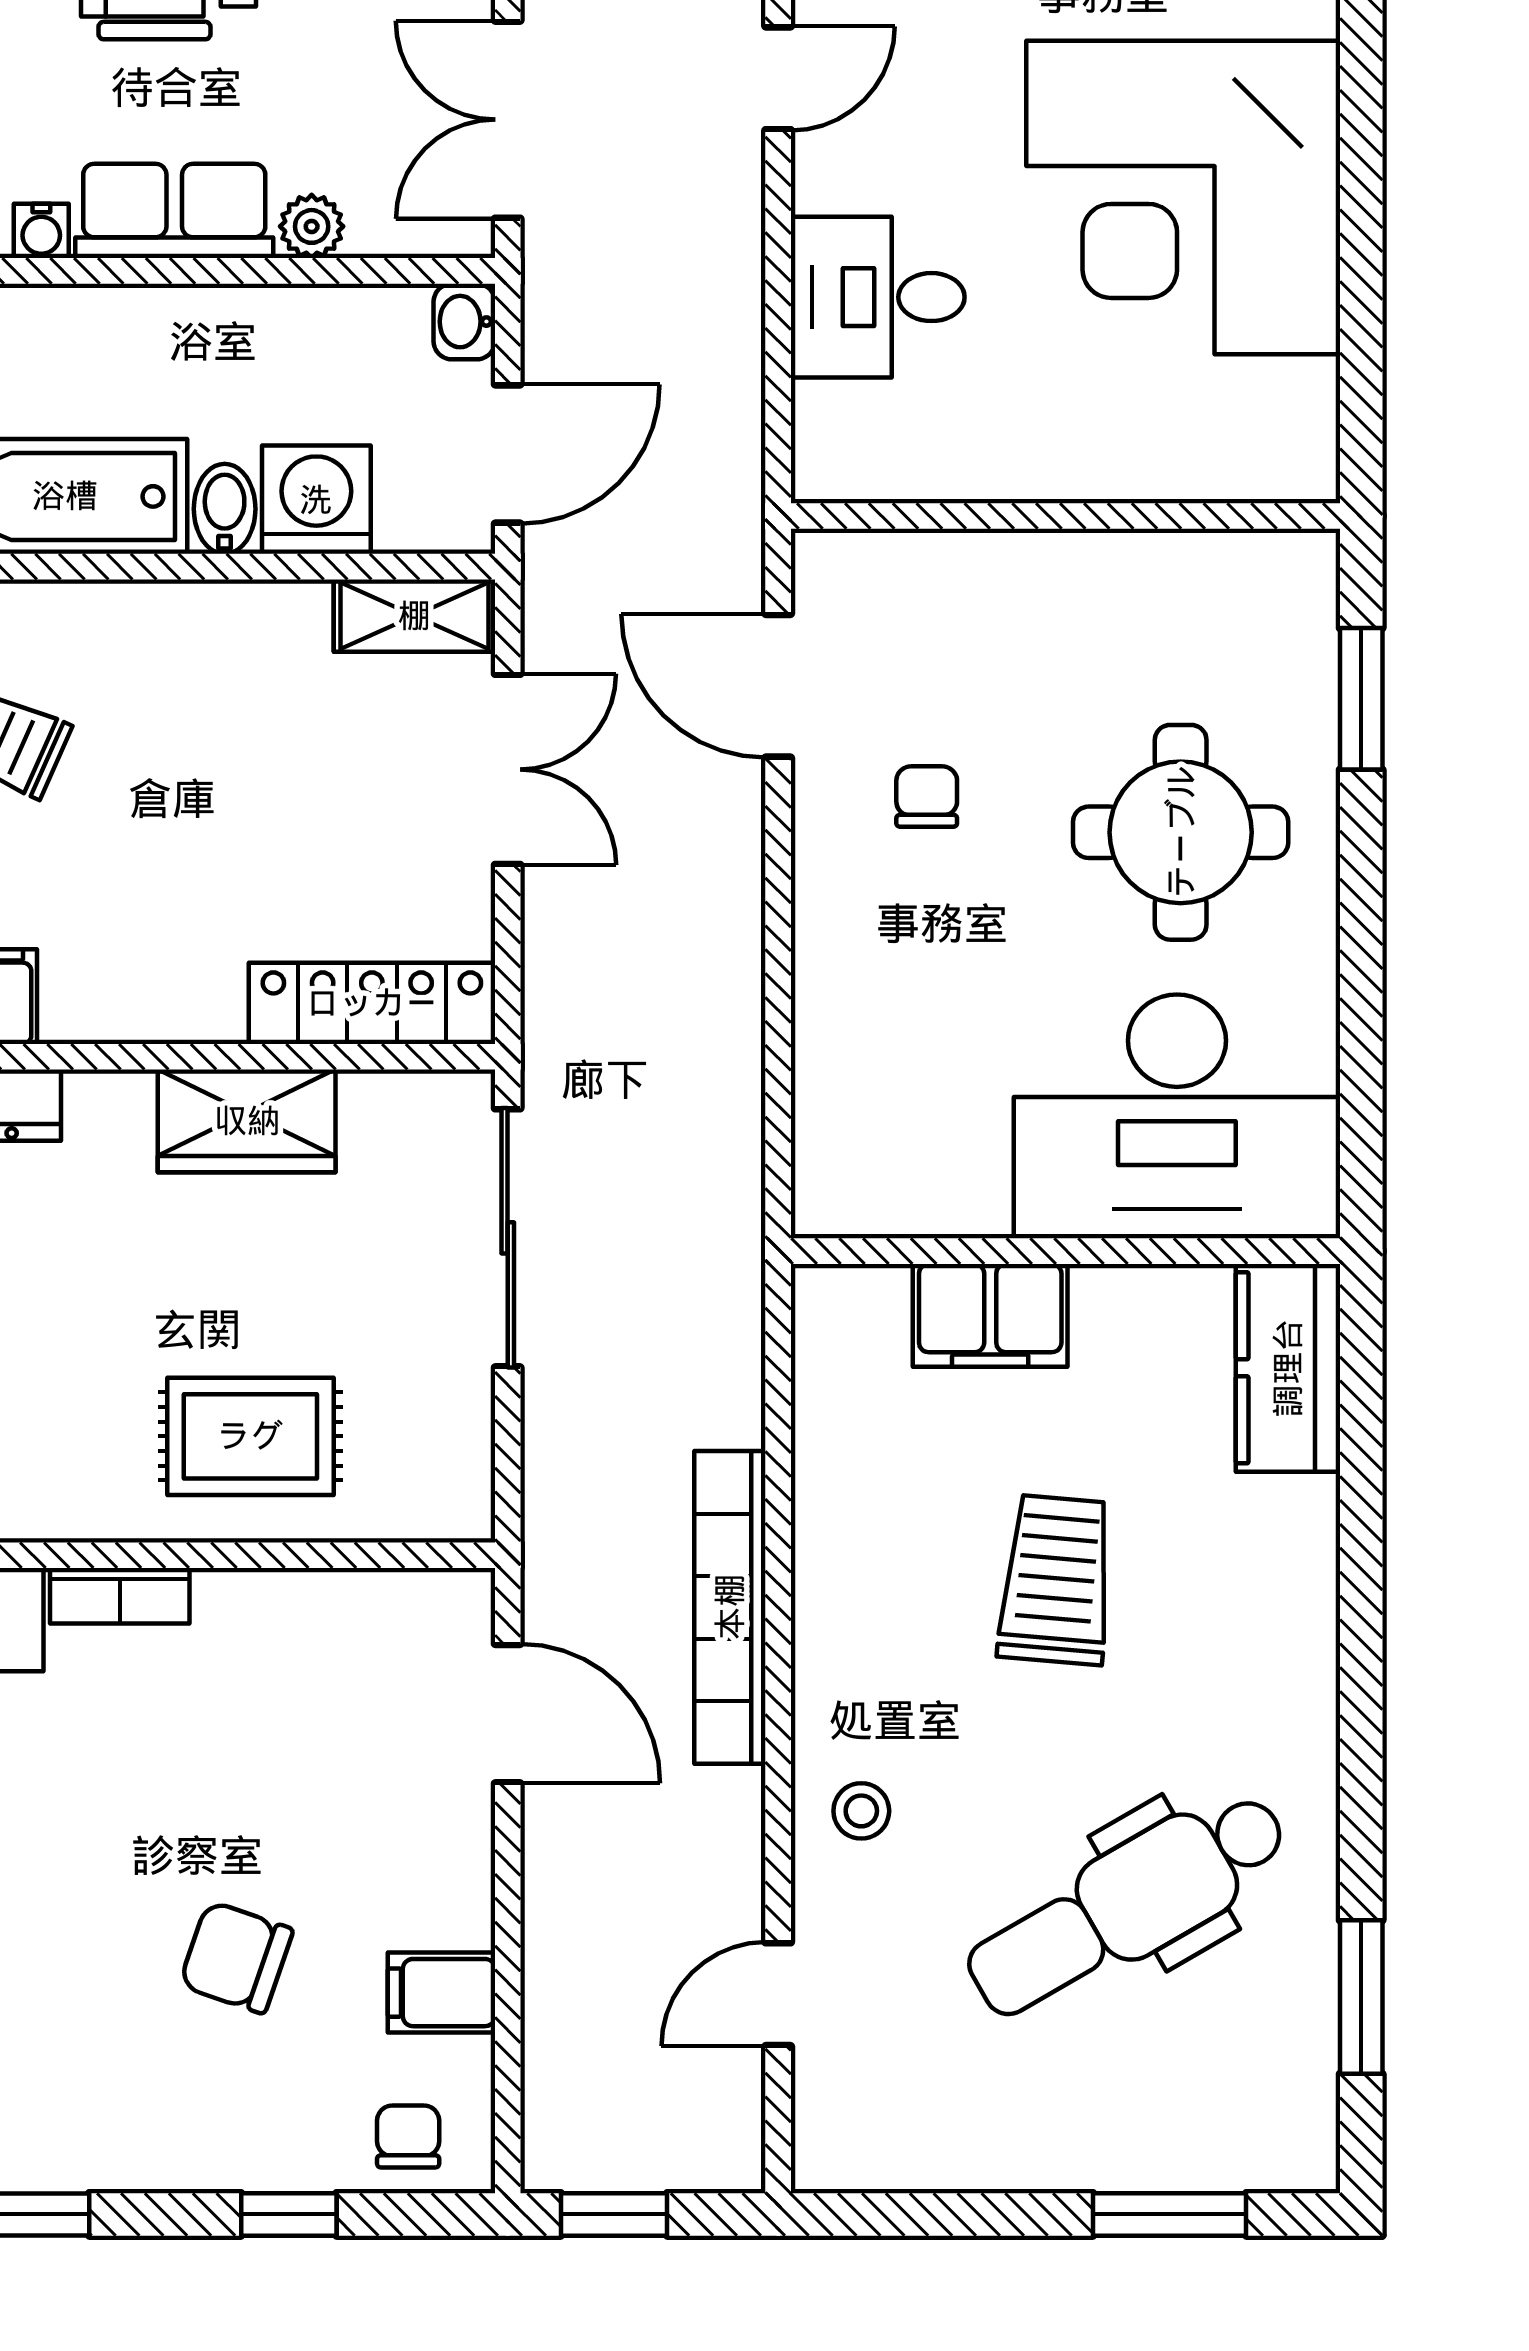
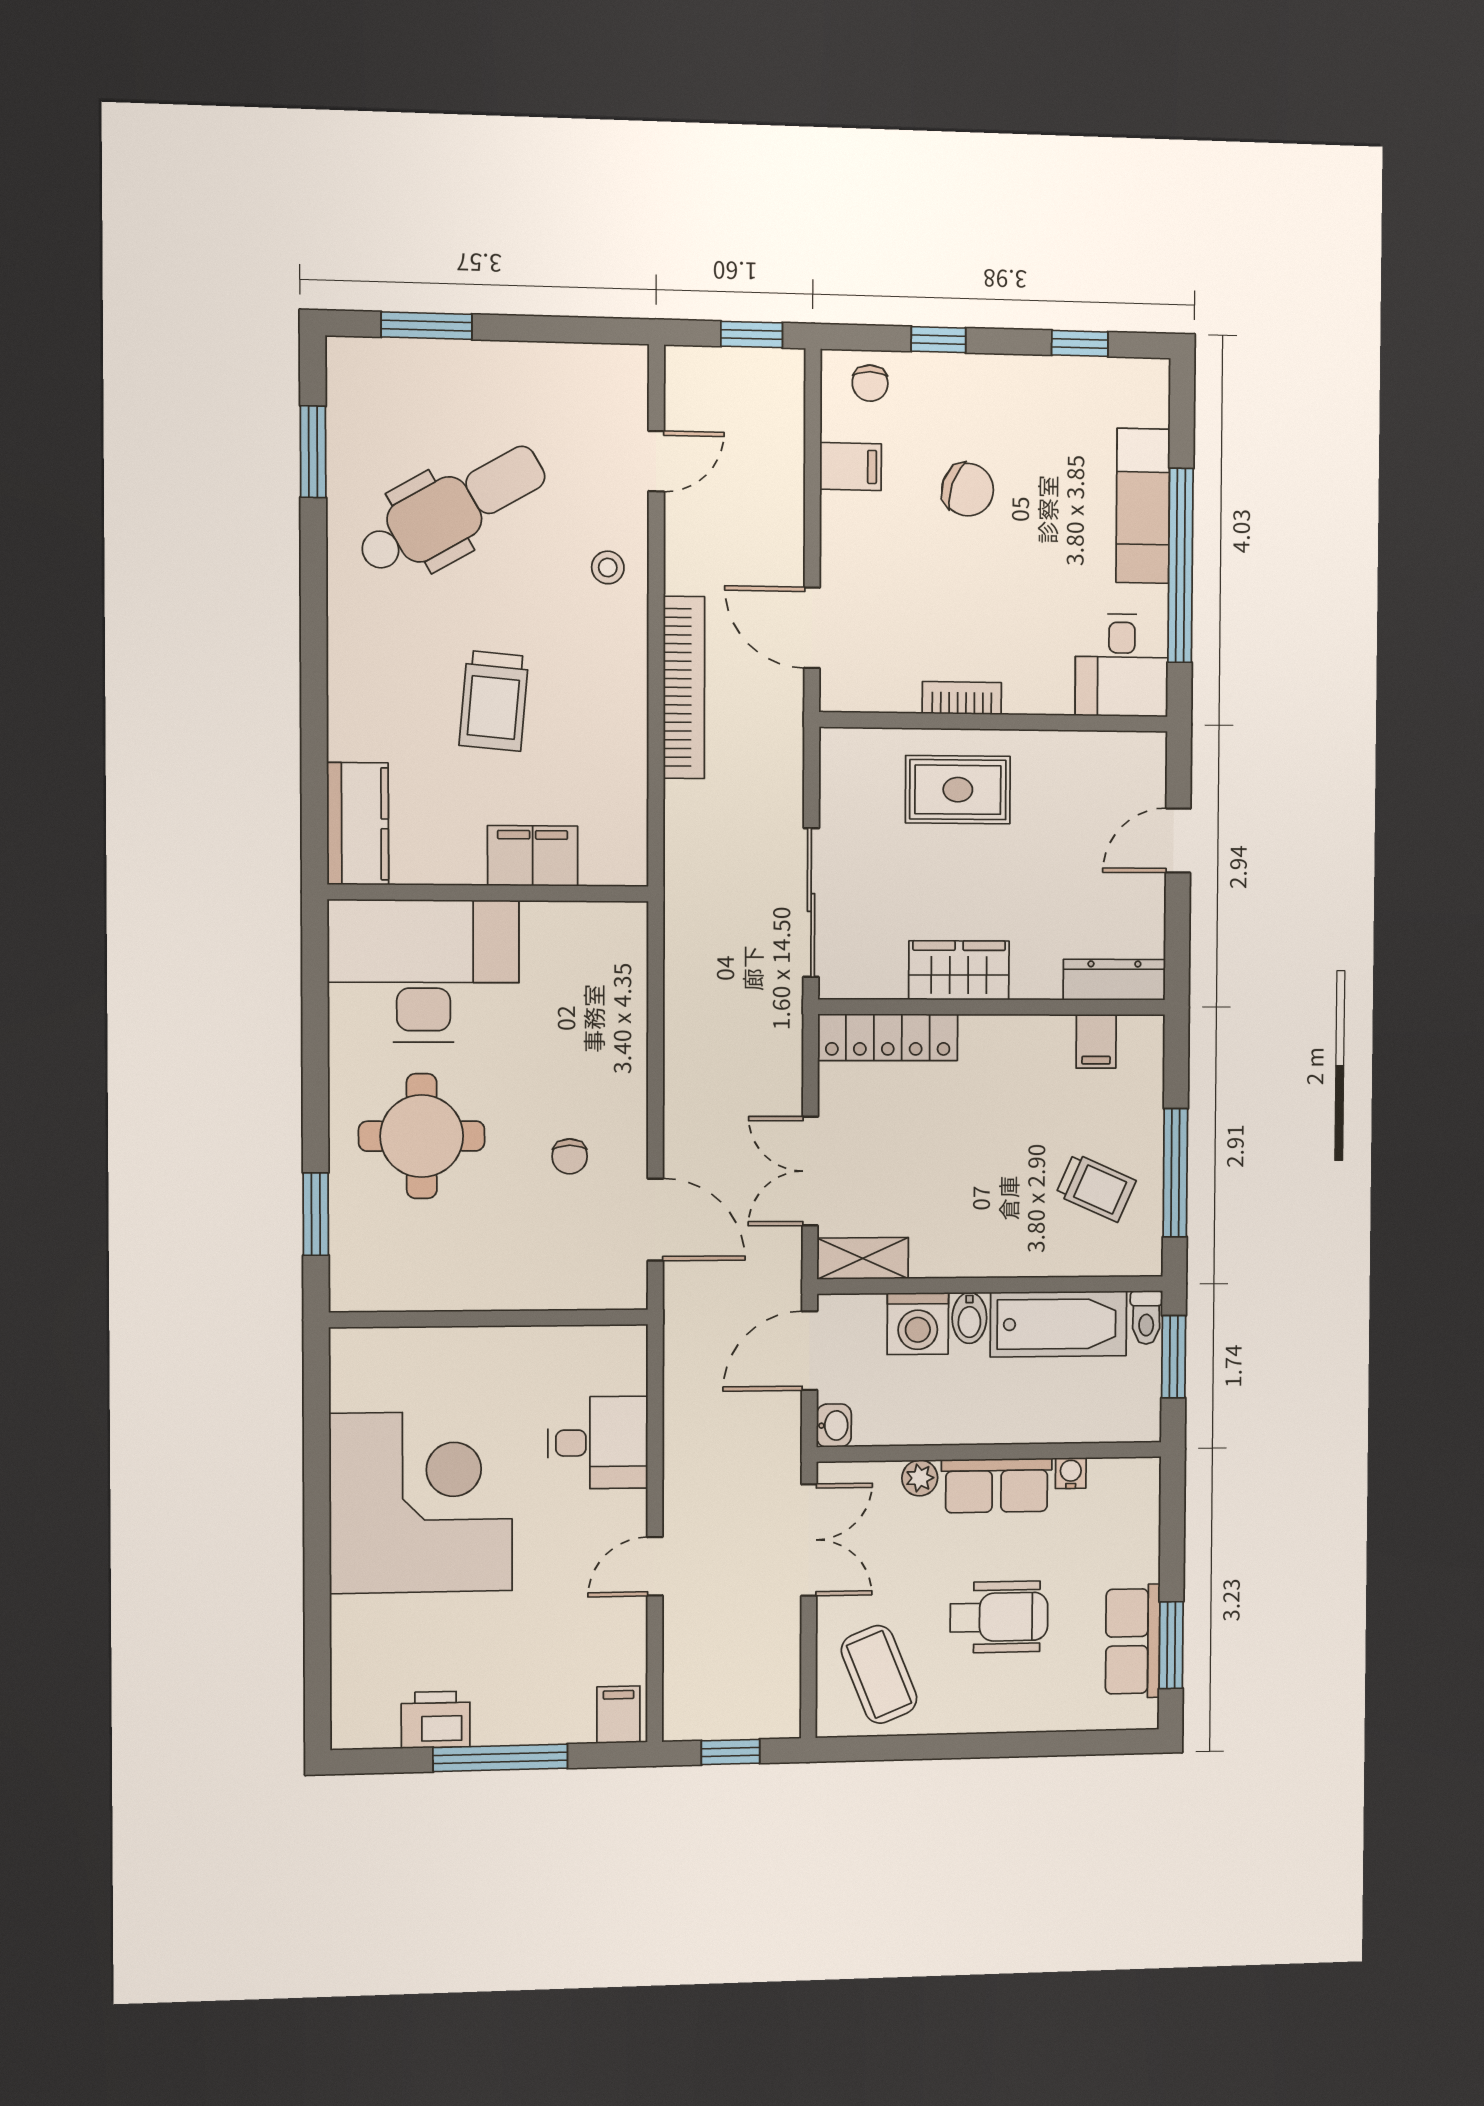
bookcase: (120, 1596) -> (962, 698), moved

